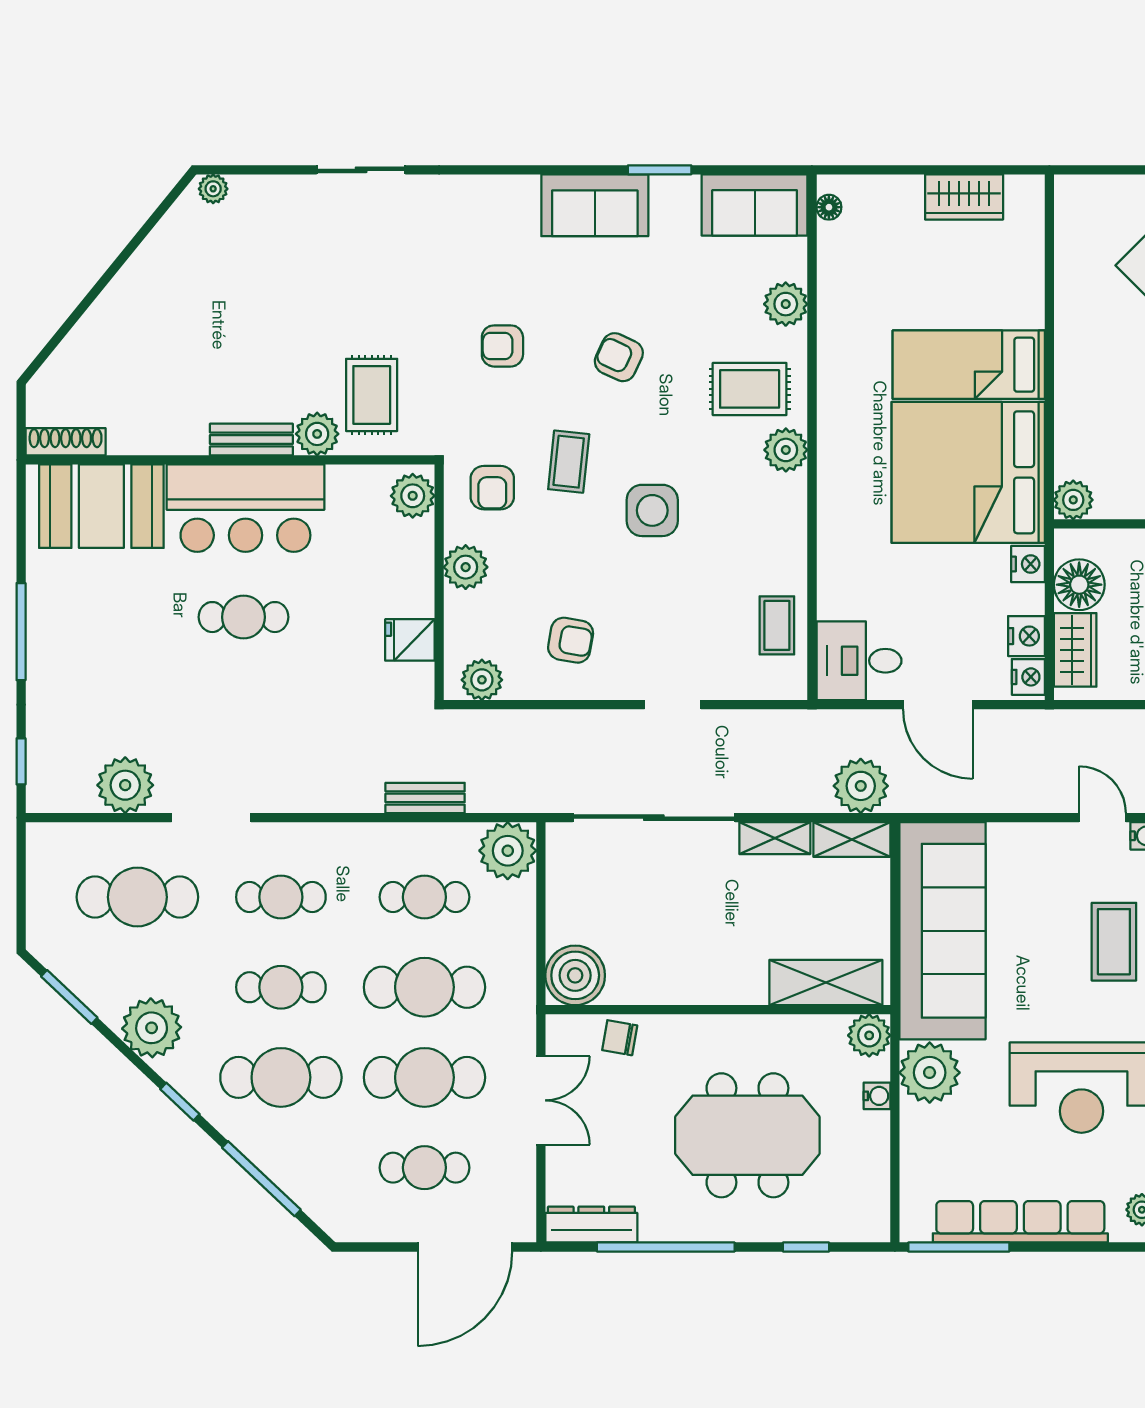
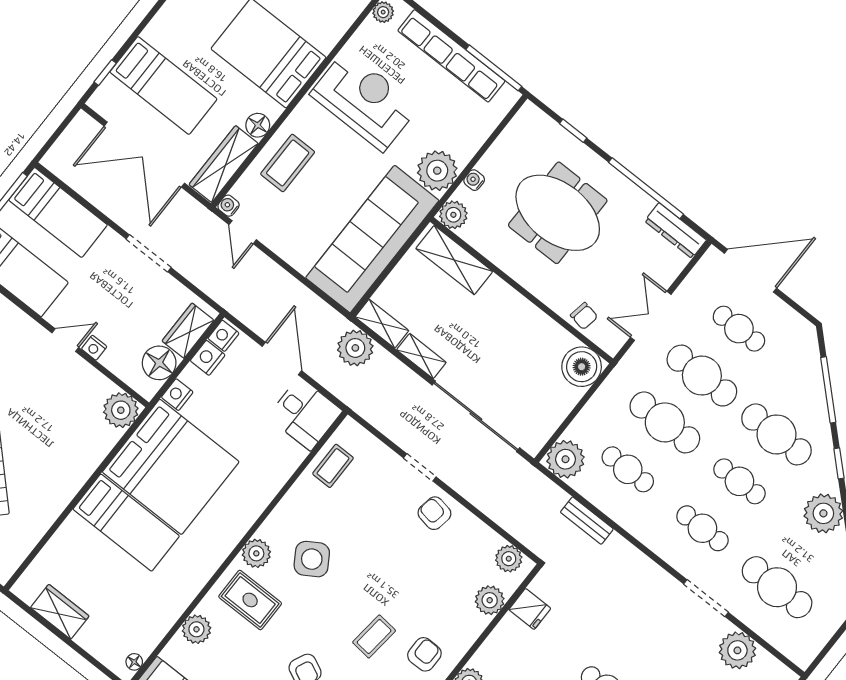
plant: (1073, 500) -> (121, 410), width x1.36, depth x1.36
side table: (652, 510) -> (312, 559), moved, turned -32
plant: (466, 567) -> (490, 600), moved
armchair: (571, 640) -> (434, 513), moved

